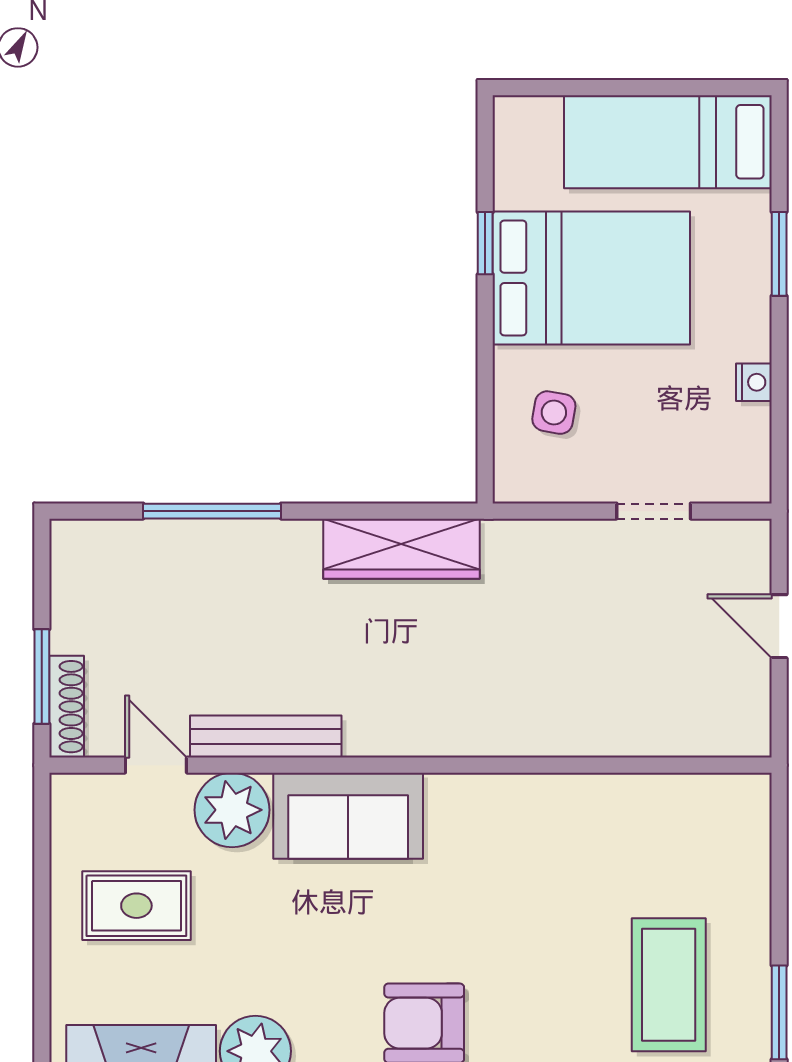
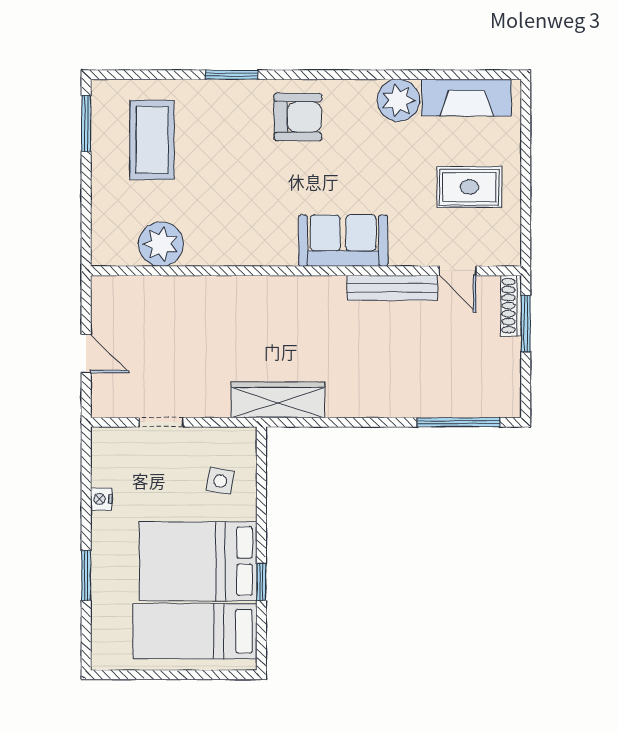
bed: (668, 142) -> (195, 631), moved, turned 180
window: (212, 511) -> (459, 422), moved
wardrobe: (401, 549) -> (278, 400), moved
plant: (232, 810) -> (161, 244), moved

